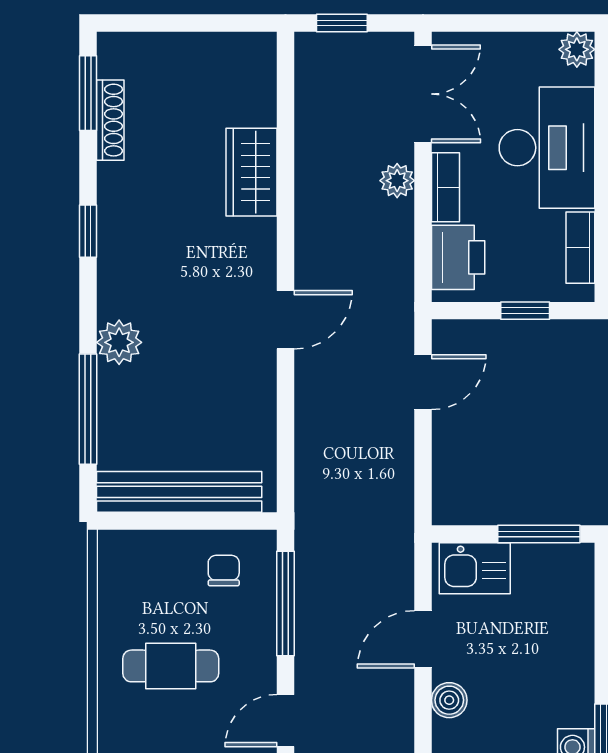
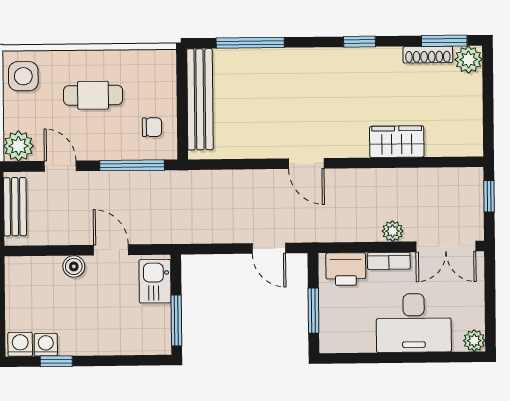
bookcase: (580, 248) -> (353, 344), removed
window: (525, 311) -> (313, 311), width x1.50
plant: (119, 342) -> (468, 60), moved
cafe table: (171, 666) -> (93, 95), turned 90

